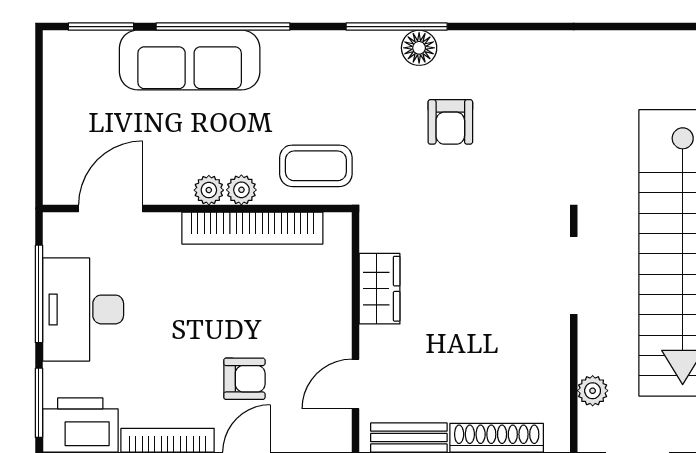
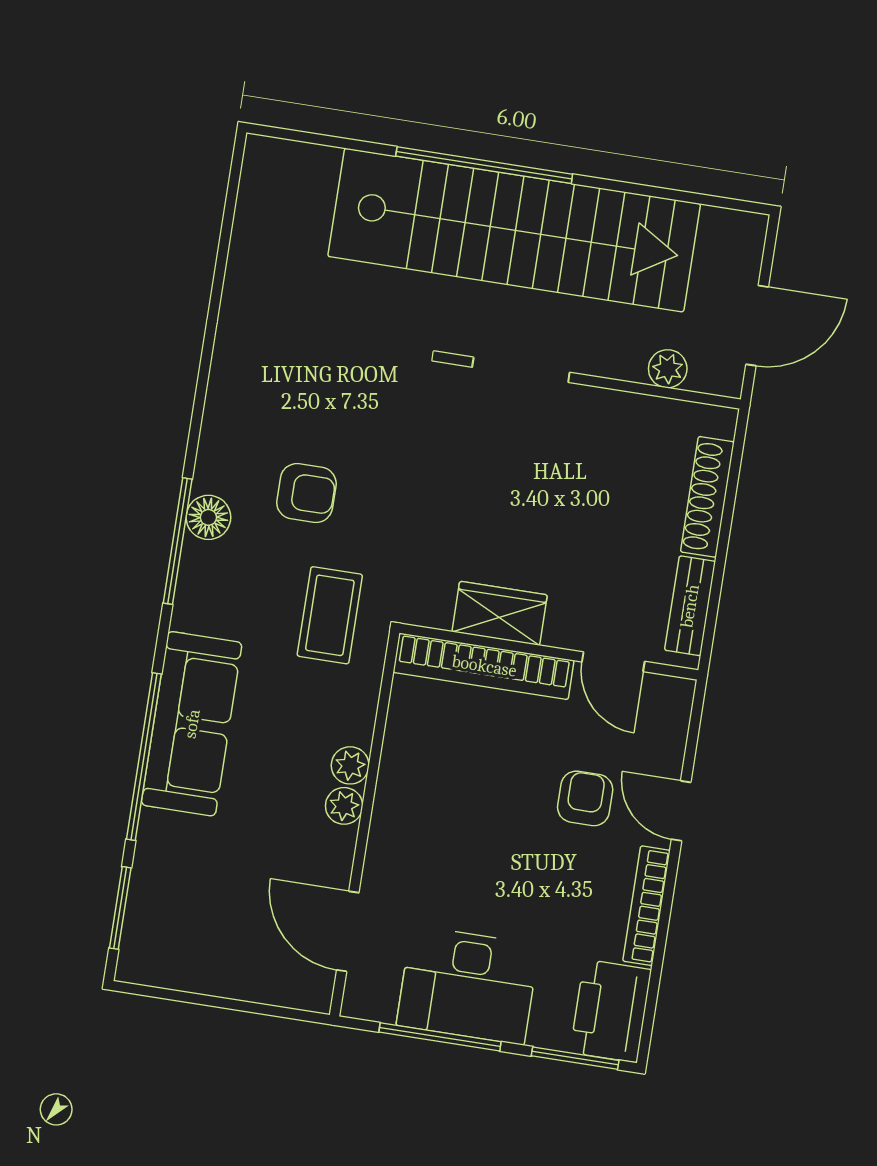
sofa: (190, 60) -> (192, 724), moved
coffee table: (316, 166) -> (330, 615), moved
bookcase: (252, 228) -> (484, 666), moved, turned 90

